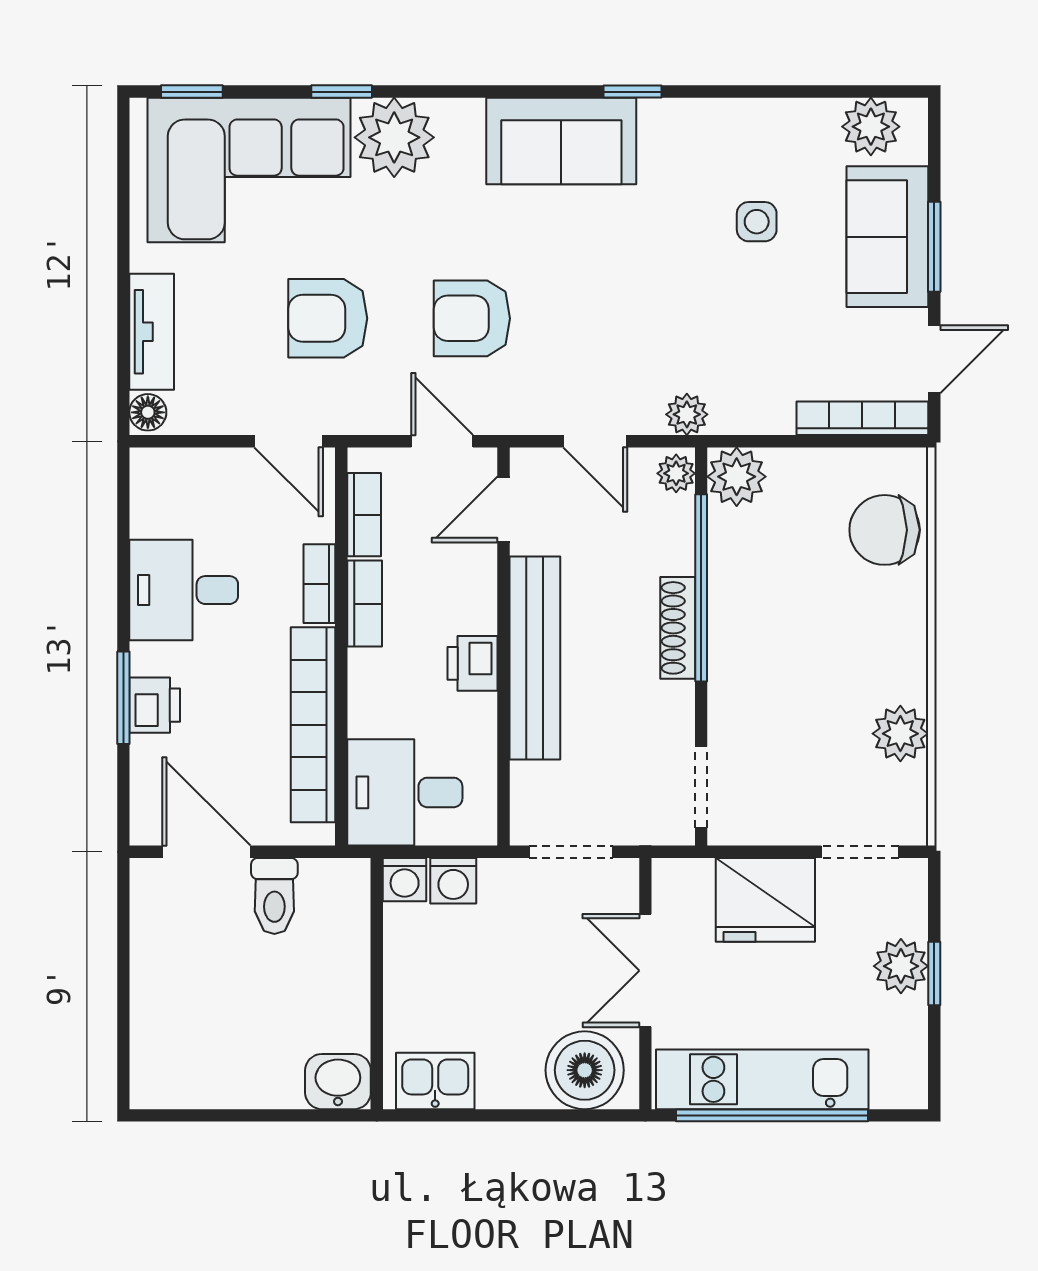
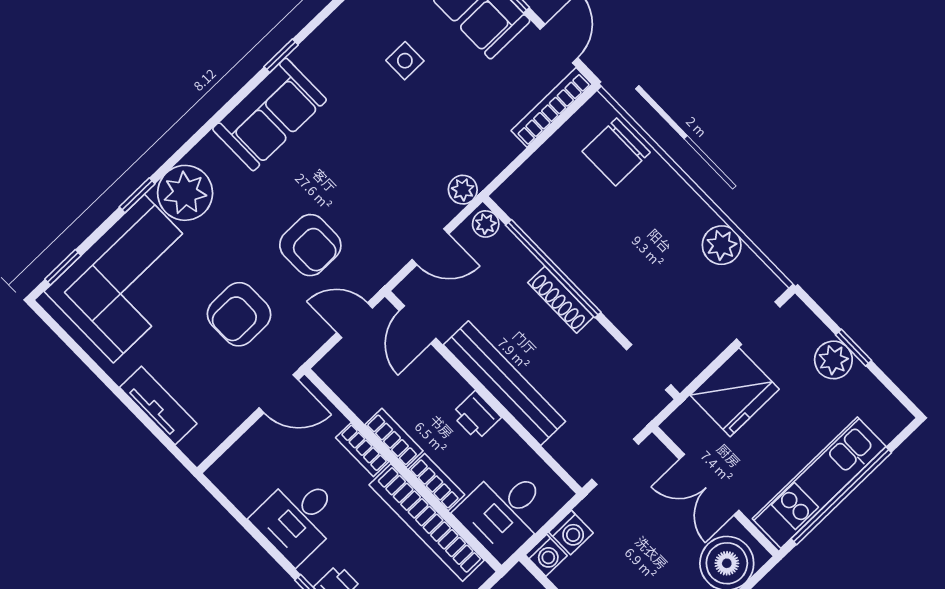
armchair: (472, 318) -> (310, 245), turned -90
floor lamp: (148, 412) -> (195, 447), removed
plant: (737, 477) -> (517, 197), removed
bookcase: (364, 515) -> (436, 482), moved

